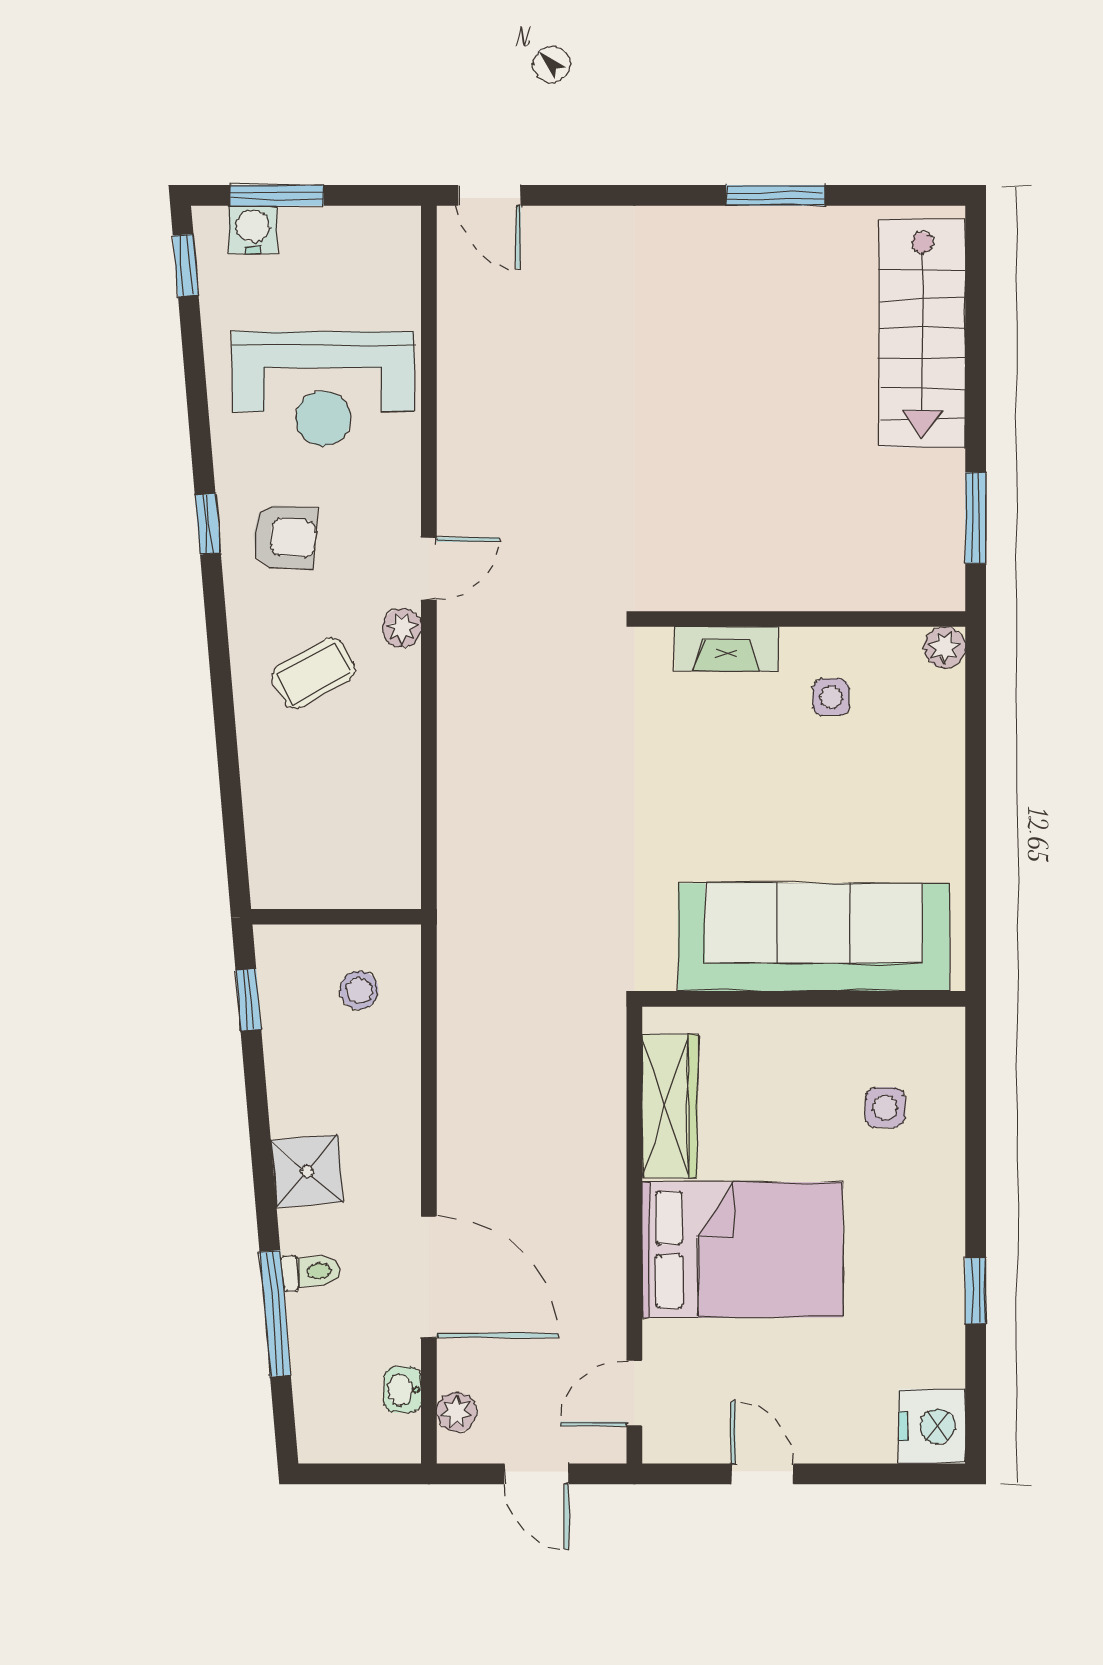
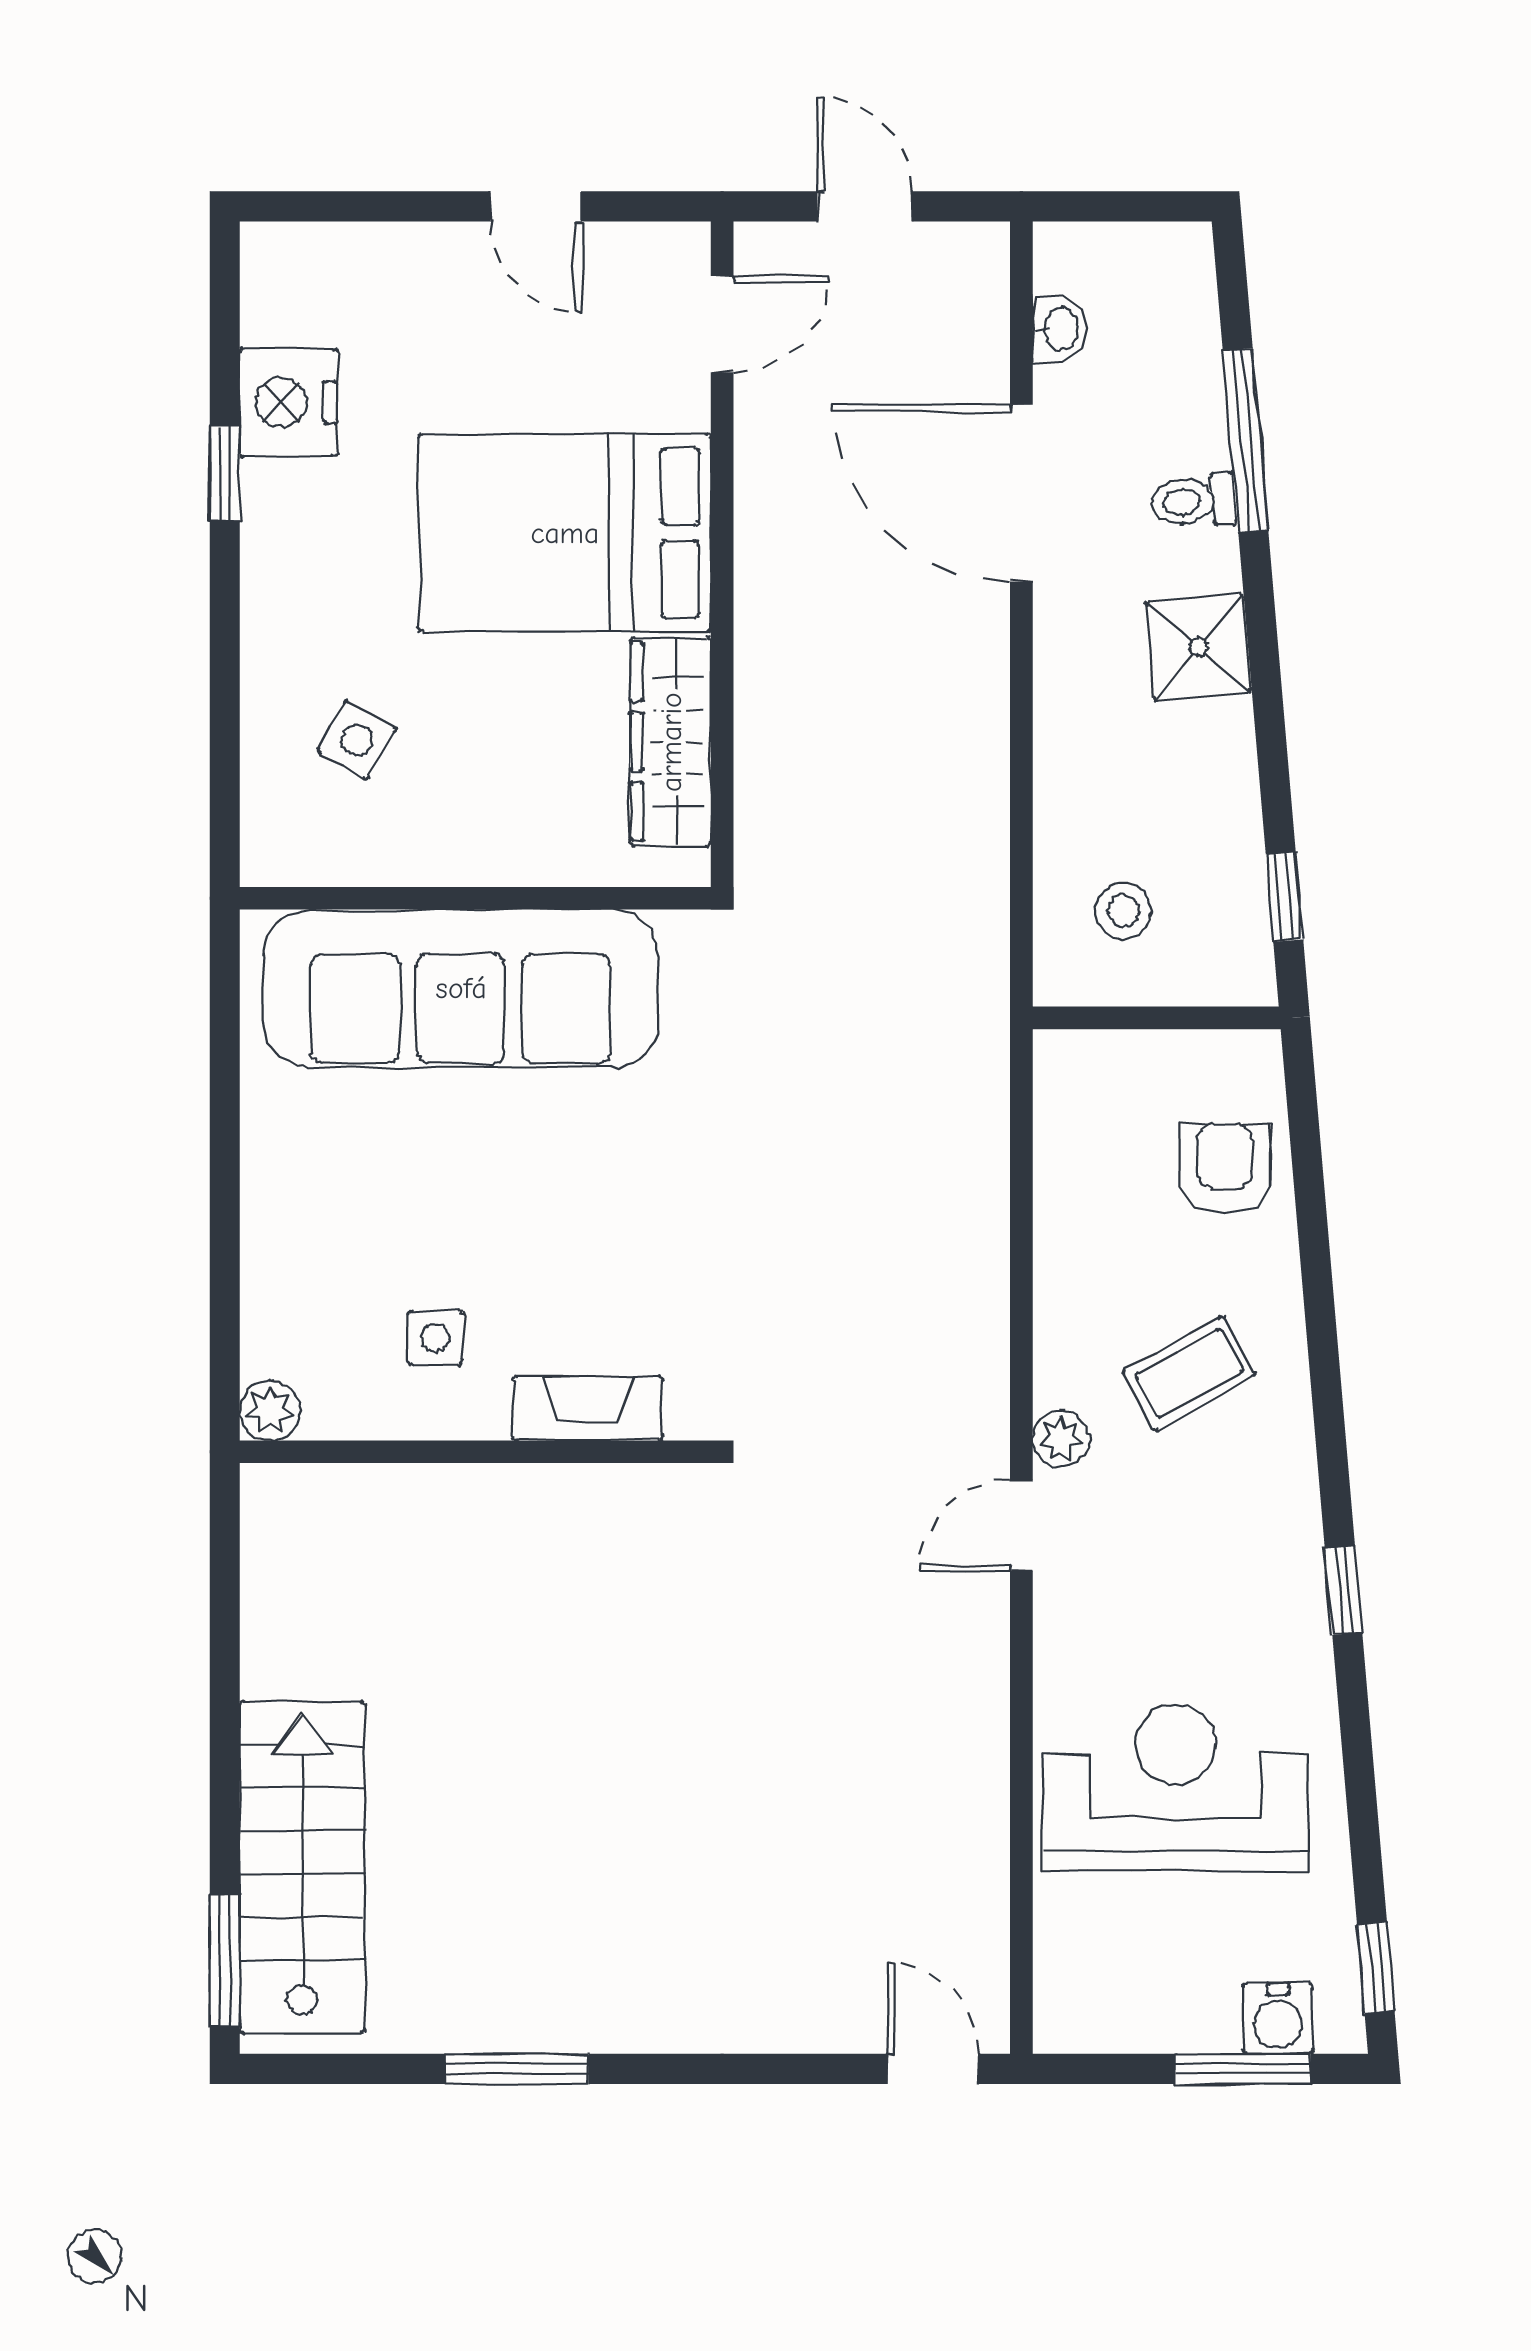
window: (976, 518) -> (225, 1960), moved
armchair: (284, 537) -> (1225, 1169), moved, turned 86
side table: (885, 1108) -> (357, 740), turned 30
plant: (456, 1412) -> (981, 296), removed
nightstand: (932, 1426) -> (288, 403), moved

